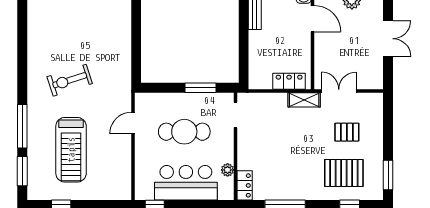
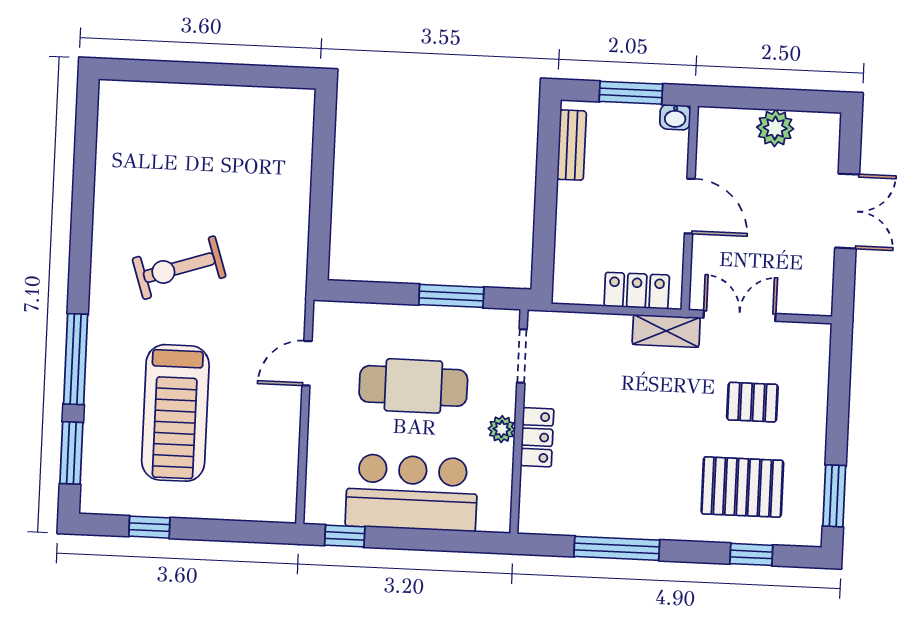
door: (313, 19) -> (690, 206), moved
plant: (228, 170) -> (502, 429), moved
locker: (245, 185) -> (537, 437), moved

